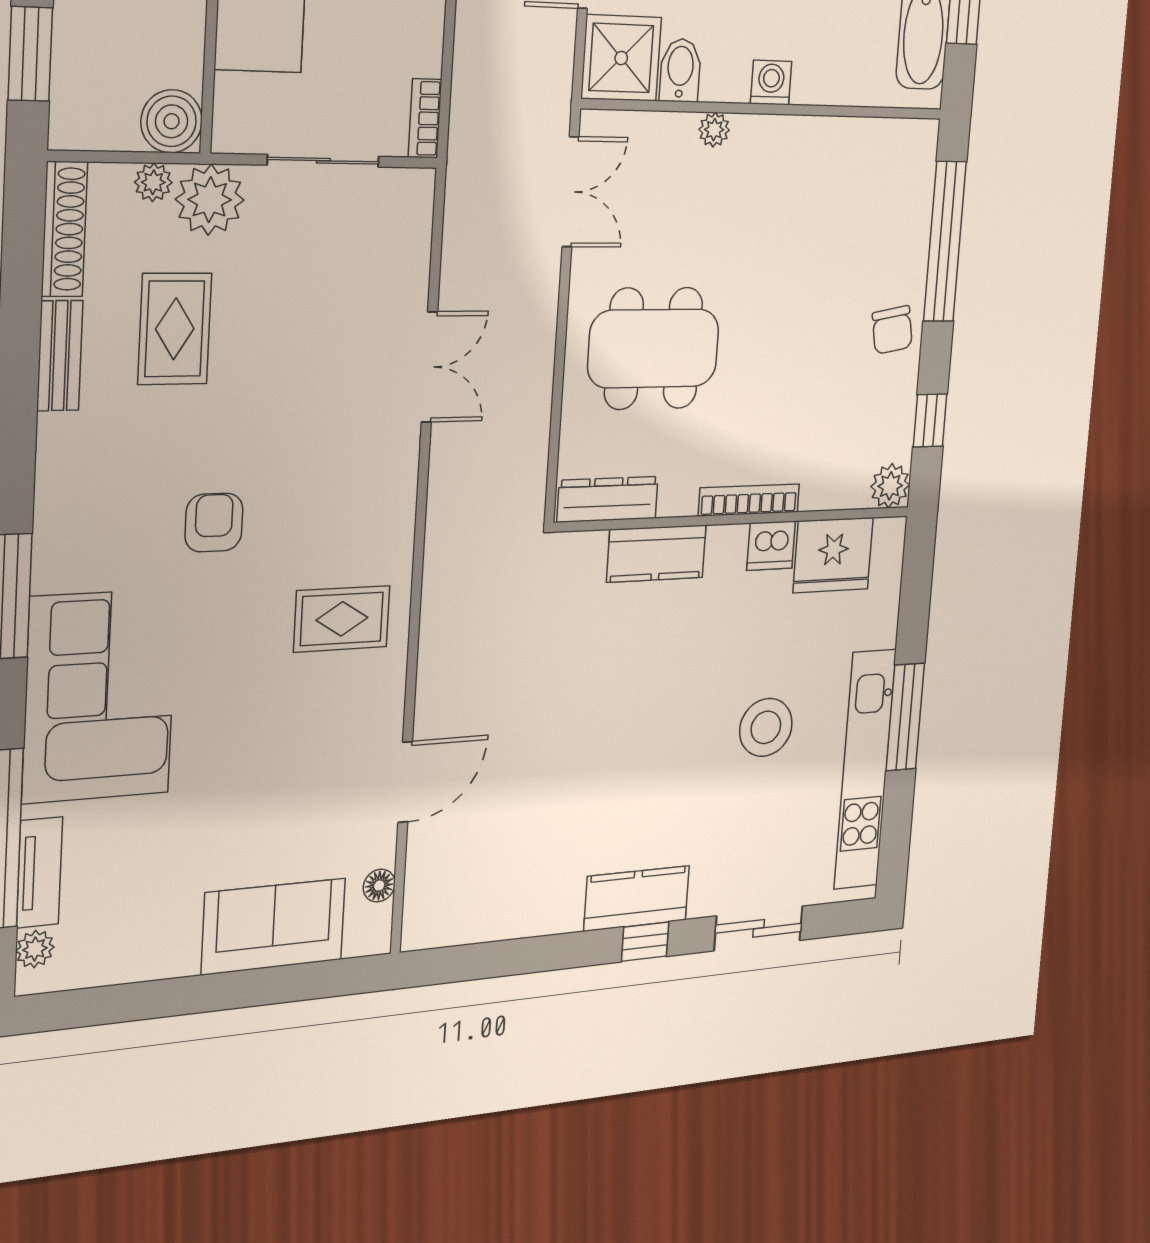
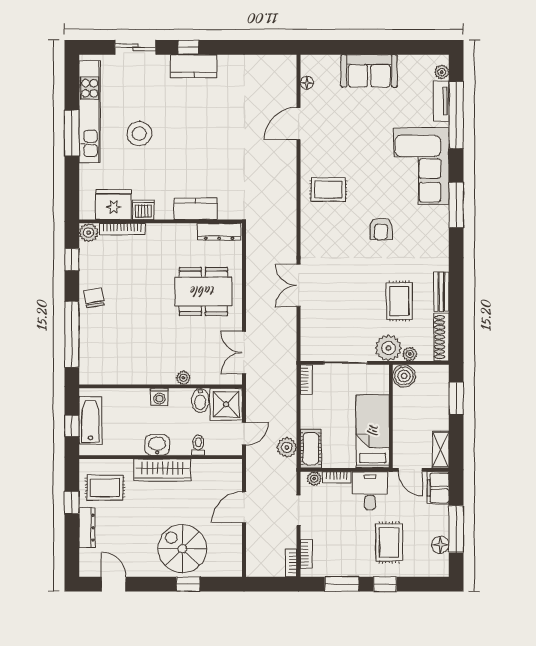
bookcase: (749, 500) -> (122, 229), moved
sofa: (274, 926) -> (369, 71), moved

